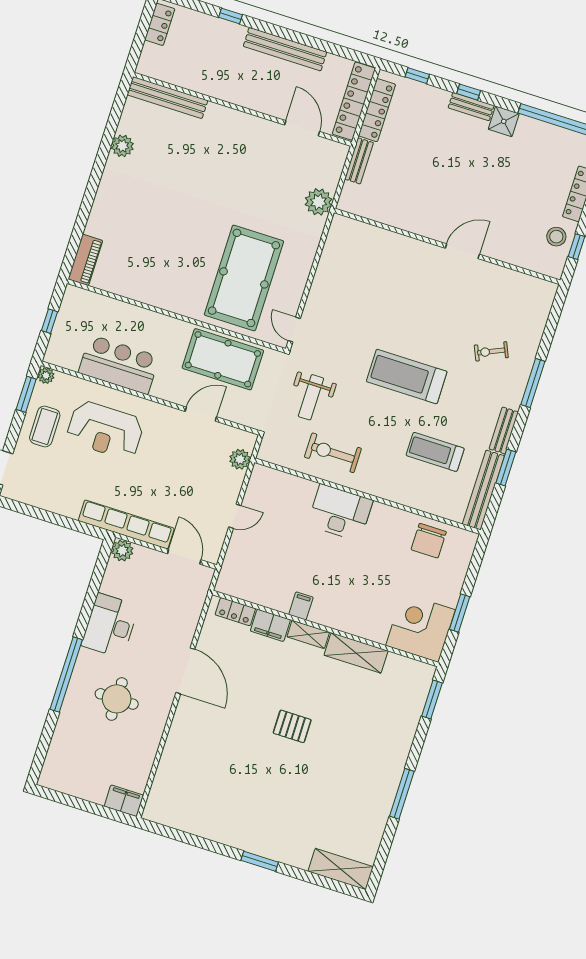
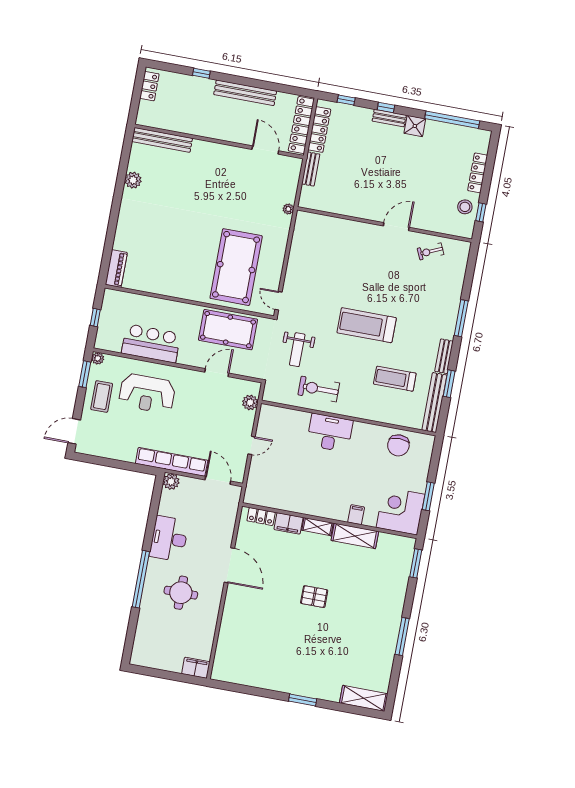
plant: (319, 202) -> (288, 209), width x0.53, depth x0.53
exercise bike: (491, 351) -> (431, 251), moved
filing cabinet: (301, 606) -> (356, 515), moved

